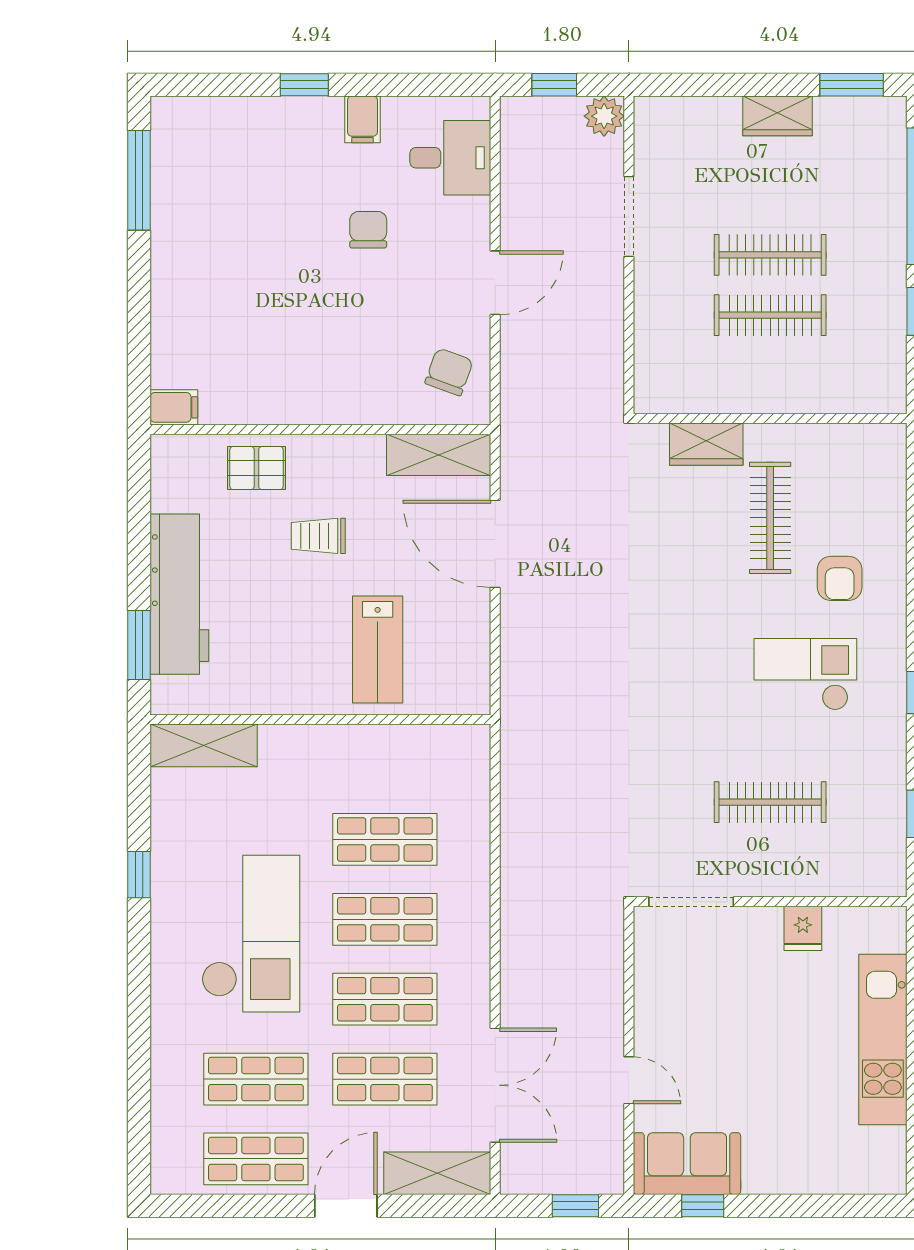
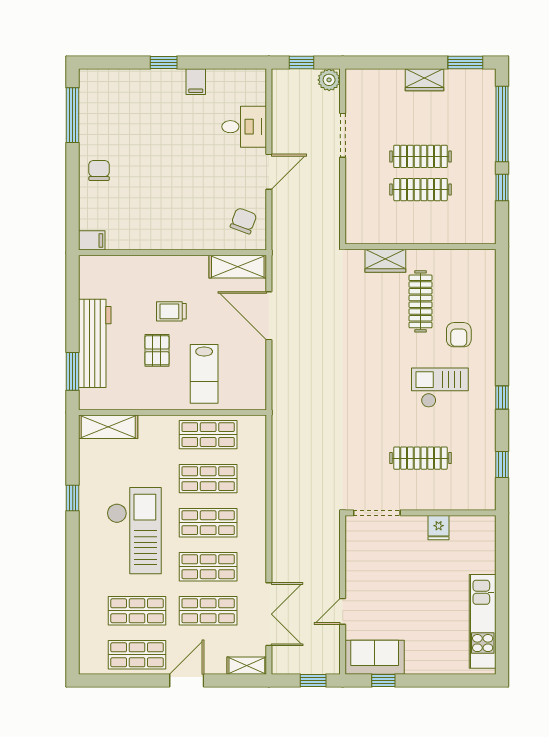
desk: (450, 158) -> (244, 127), moved
chair: (368, 230) -> (99, 170), moved
pallet: (256, 468) -> (157, 350), moved, turned 90
shop shelf: (385, 760) -> (208, 435), added
kitchen unit: (883, 1039) -> (483, 621), moved
door: (629, 1080) -> (343, 611), swing flipped
shelving: (437, 1173) -> (247, 666), width x0.67, depth x0.75

